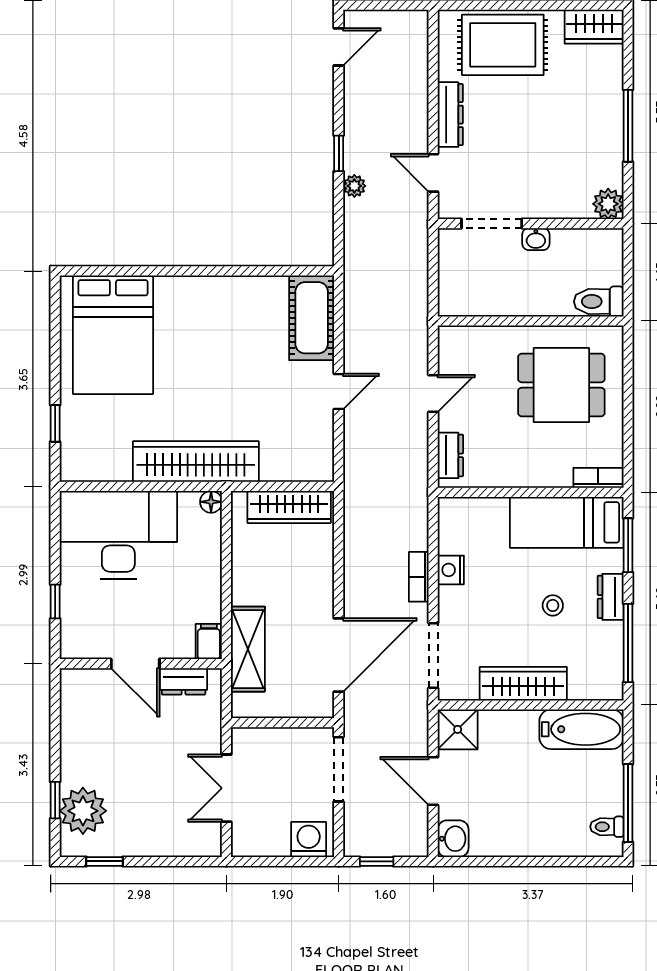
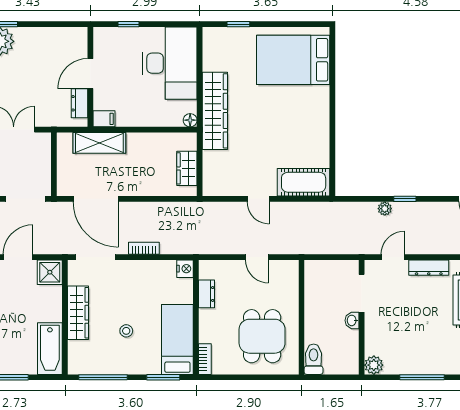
dresser: (450, 455) -> (207, 294), moved, turned -90
wardrobe: (289, 507) -> (187, 168), width x0.67
nightstand: (451, 570) -> (185, 269), moved, turned 90
dresser: (611, 597) -> (132, 367), removed

